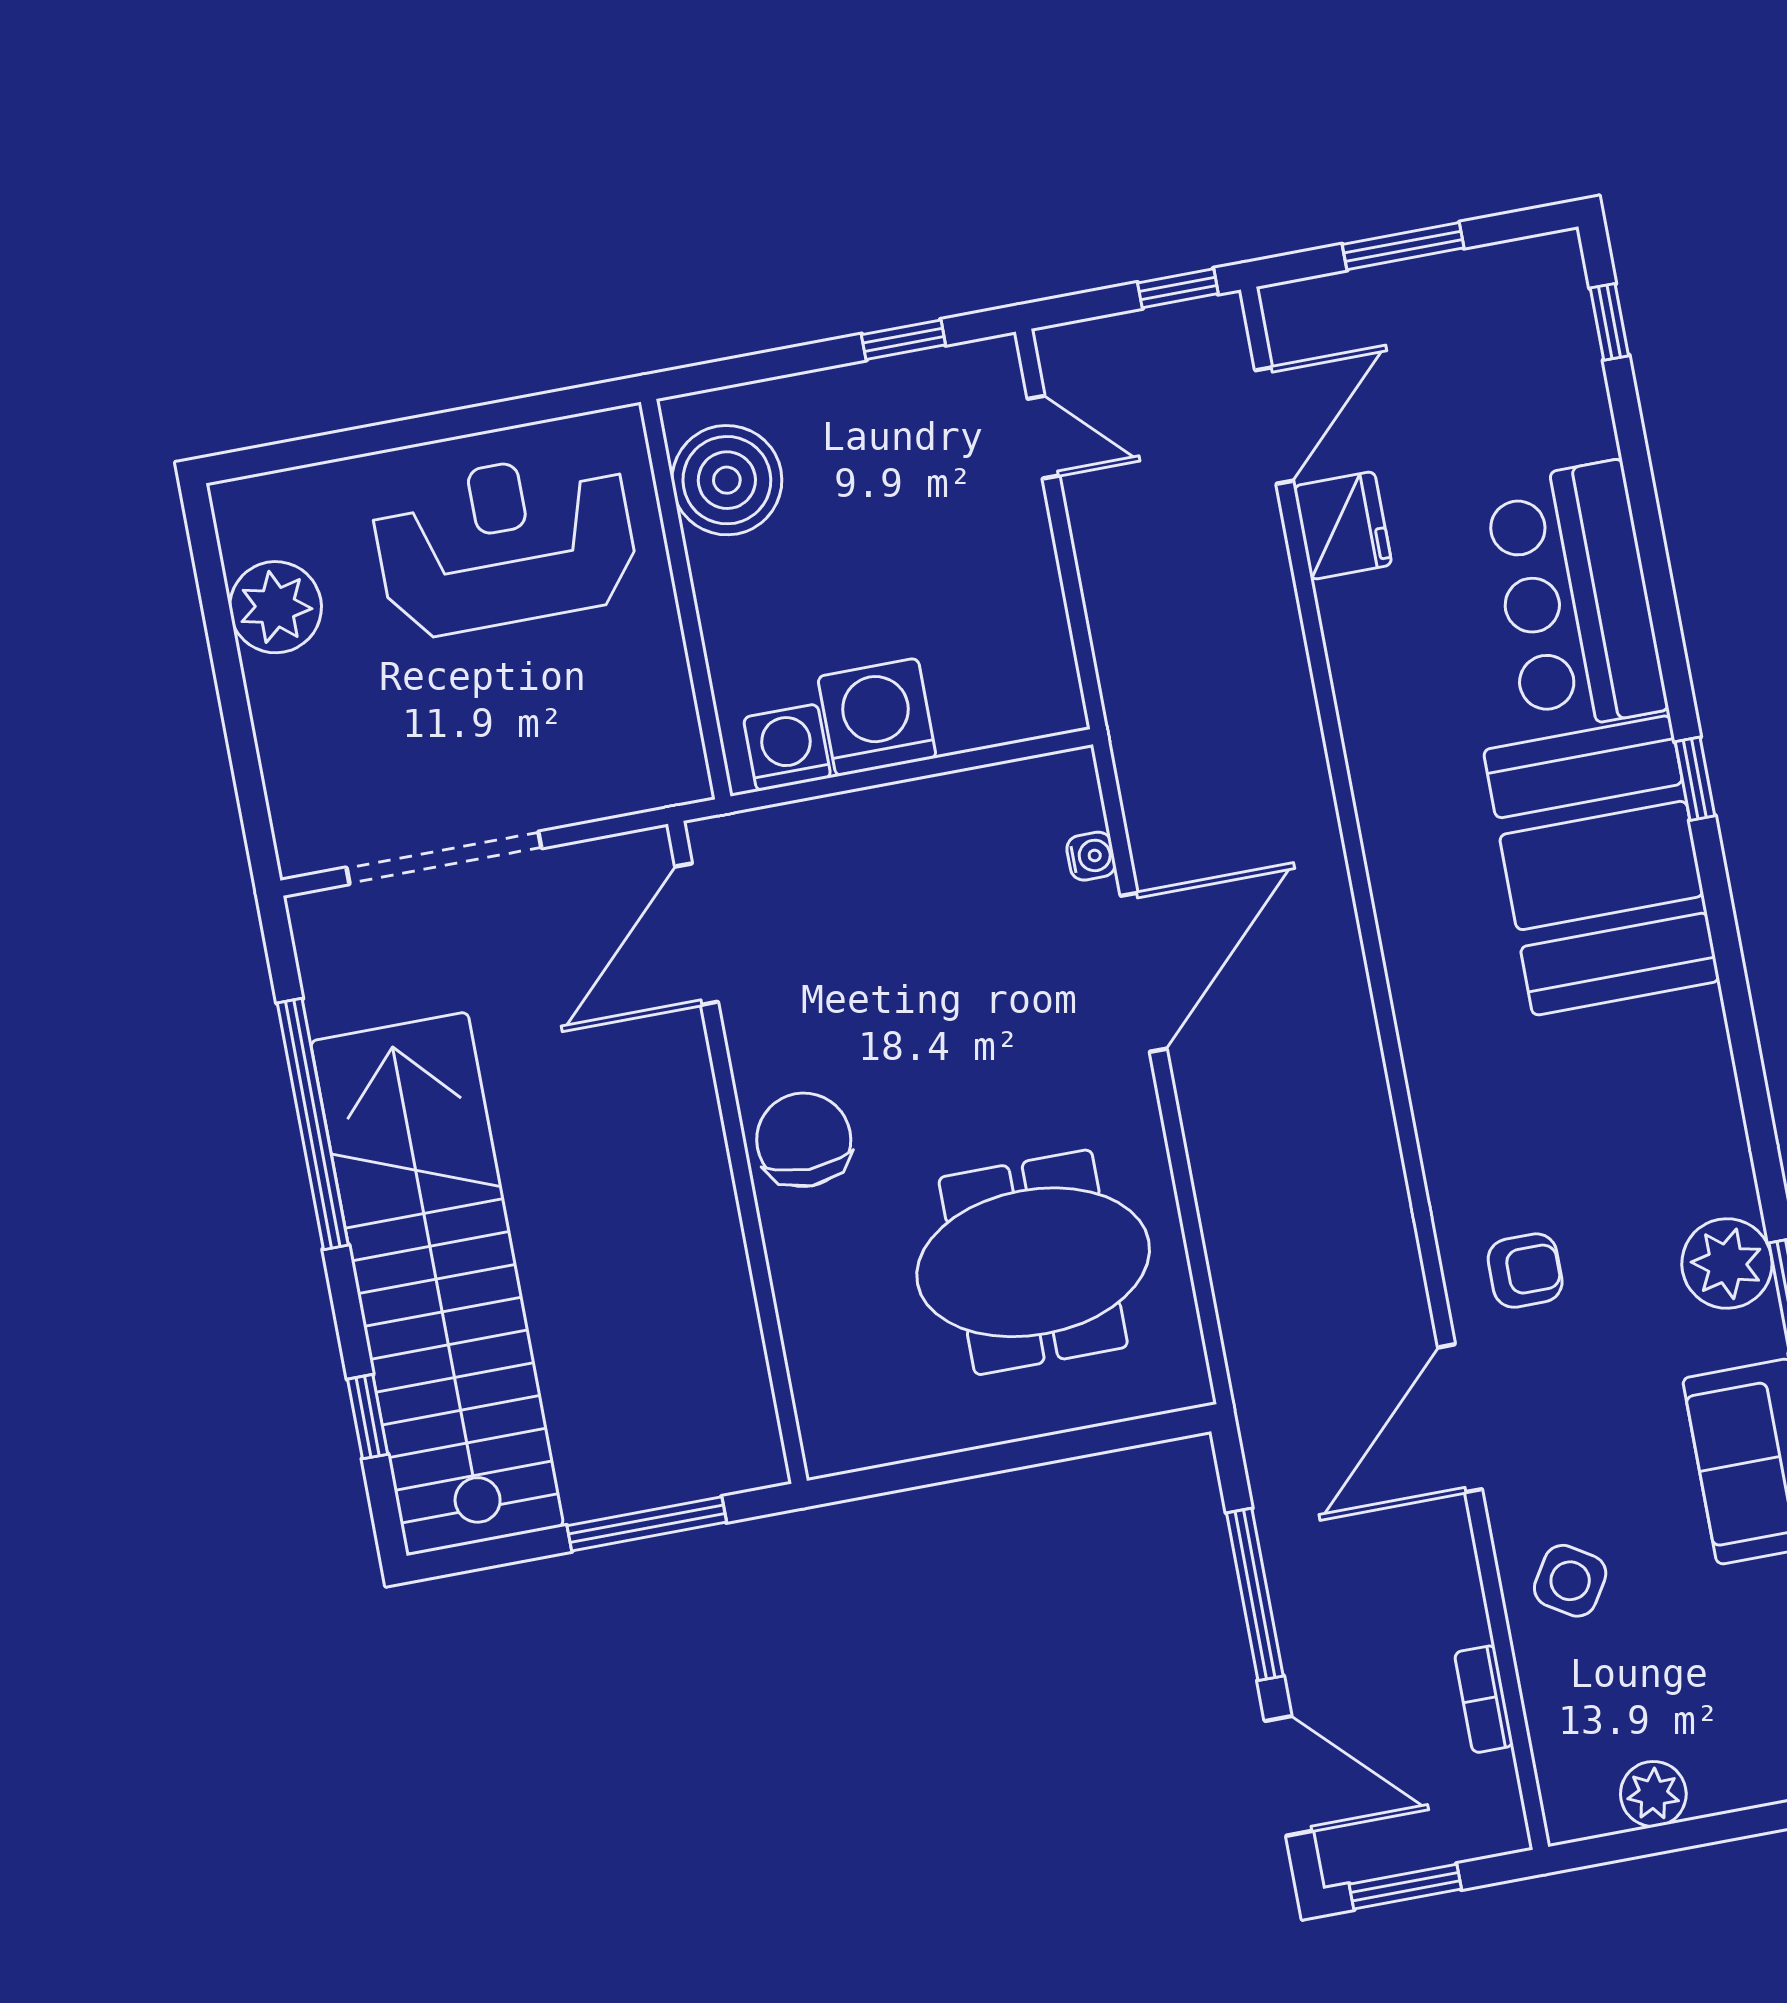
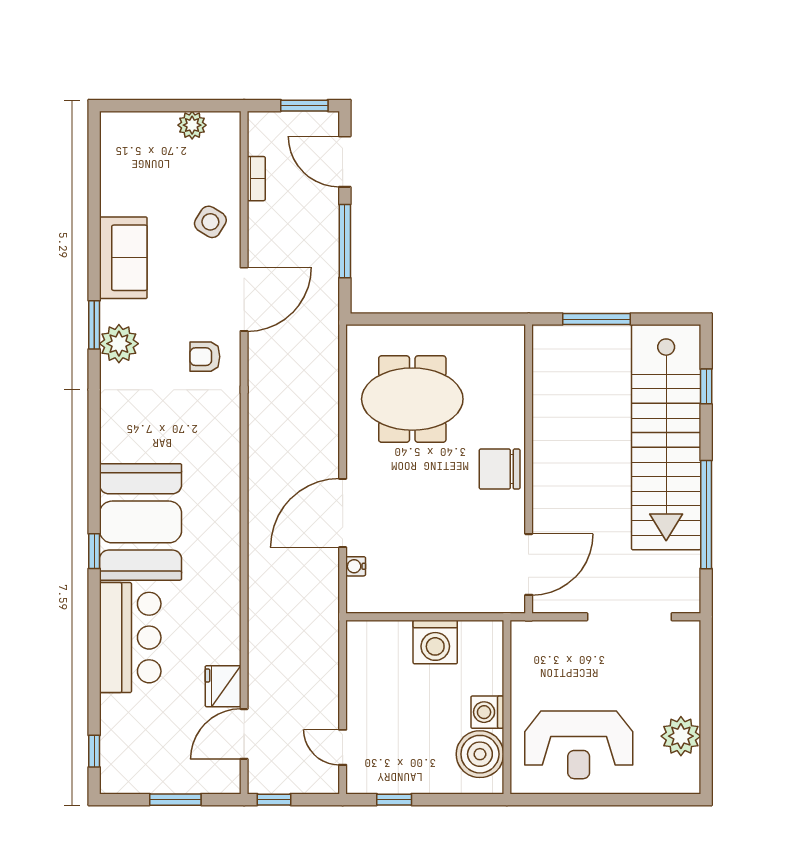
washing machine: (787, 747) -> (487, 712), moved, turned 90
chair: (804, 1140) -> (500, 469), turned 90

